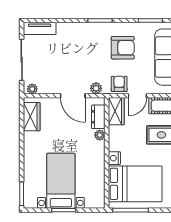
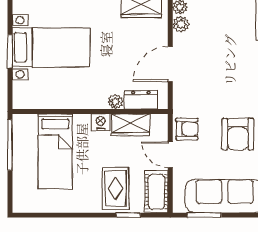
plant: (96, 88) -> (181, 24), moved
wardrobe: (116, 111) -> (131, 125), moved
nightstand: (114, 158) -> (101, 122), moved
bed: (135, 184) -> (55, 151), width x0.67

